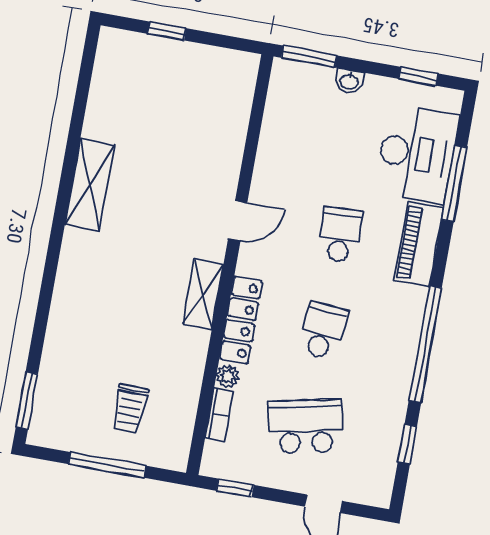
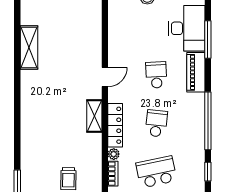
shelving: (90, 185) -> (29, 48), moved

